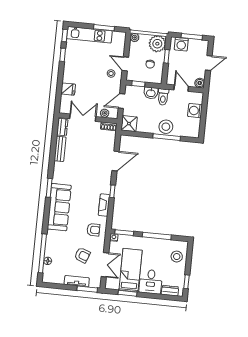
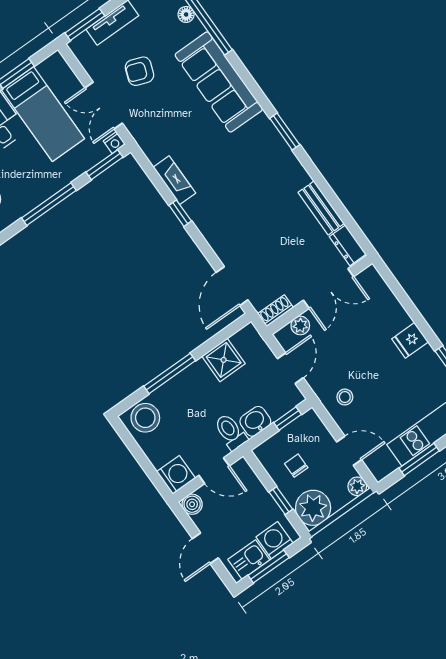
kitchen sink: (197, 45) -> (249, 560), added
door: (125, 64) -> (349, 451), moved
fridge: (68, 89) -> (410, 340), moved
washing machine: (195, 111) -> (176, 475), moved
shower: (129, 124) -> (224, 360), moved
stool: (166, 127) -> (145, 418), moved
door: (115, 161) -> (232, 286), moved
sofa: (59, 207) -> (219, 82), moved
armchair: (93, 230) -> (157, 126), removed
double door: (105, 265) -> (104, 105), moved

